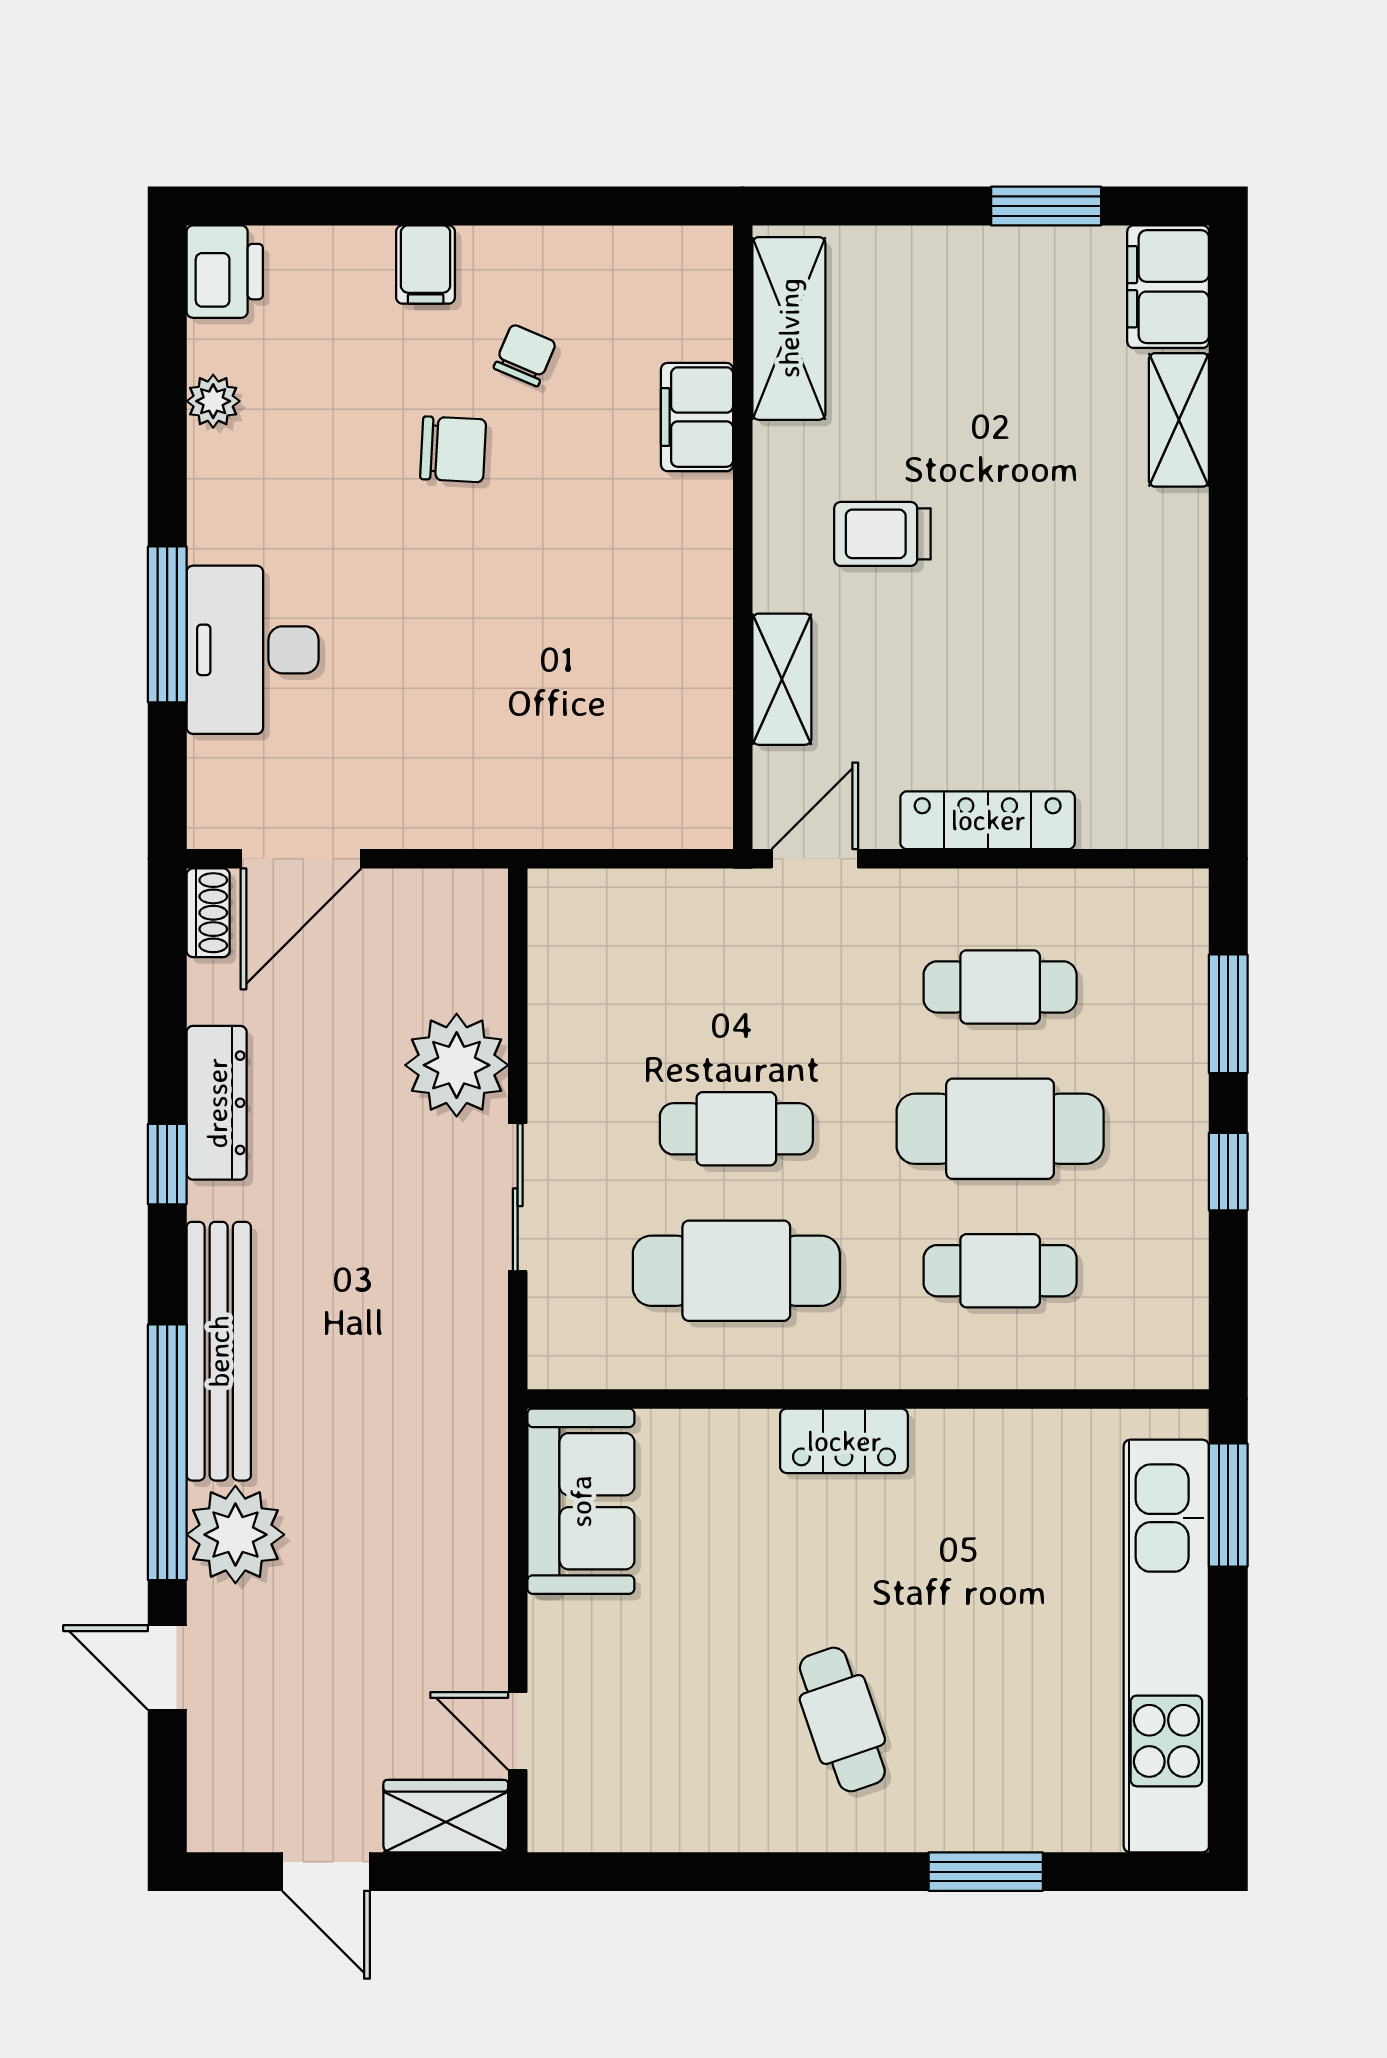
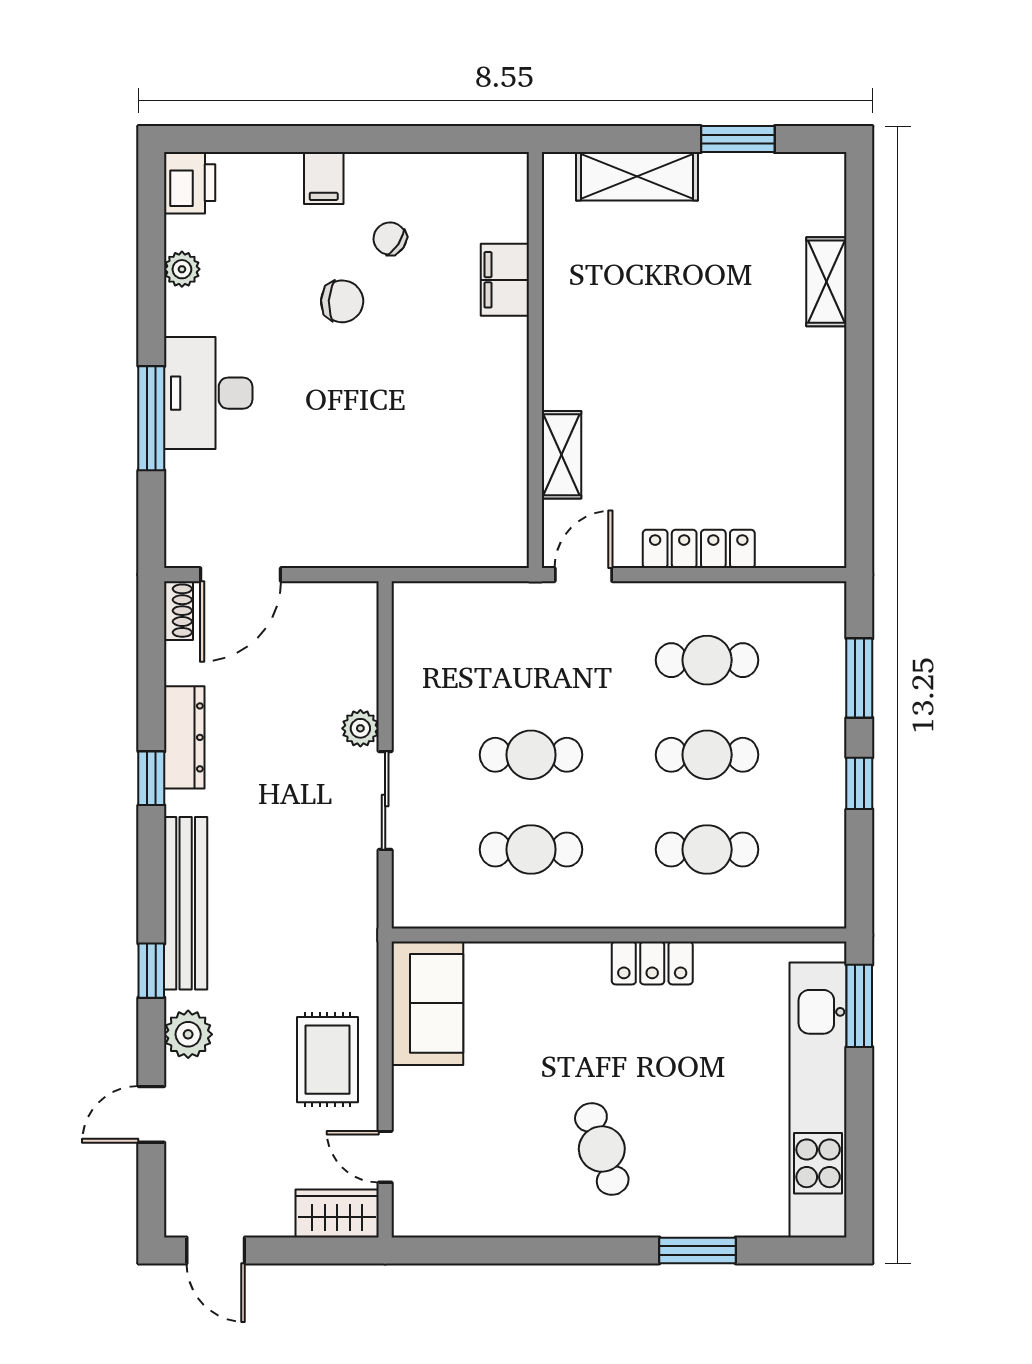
filing cabinet: (1168, 287) -> (819, 193), removed
shelving: (789, 328) -> (637, 176), moved, turned 90
chair: (525, 355) -> (390, 239), turned -79
trolley: (882, 534) -> (629, 358), removed
desk: (253, 650) -> (208, 393), moved
plant: (457, 1065) -> (360, 728), width x0.53, depth x0.53
cafe table: (1000, 1129) -> (707, 755), width x0.73, depth x0.74
cafe table: (736, 1271) -> (531, 850), width x0.73, depth x0.74
locker: (844, 1441) -> (652, 963), moved
window: (167, 1452) -> (151, 971), width x0.32
plant: (235, 1535) -> (188, 1034), width x0.73, depth x0.73
rug: (431, 1586) -> (327, 1060), added
door: (167, 1668) -> (151, 1114), hinge flipped
door: (326, 1872) -> (216, 1250), moved

